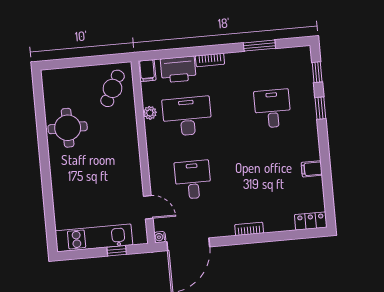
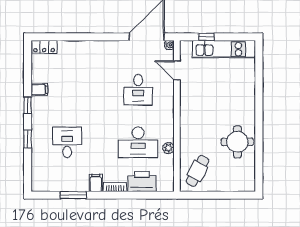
filing cabinet: (147, 71) -> (96, 183), moved
window: (317, 72) -> (28, 105), moved
desk: (273, 109) -> (67, 142), turned 180
bookcase: (249, 229) -> (95, 45), removed

